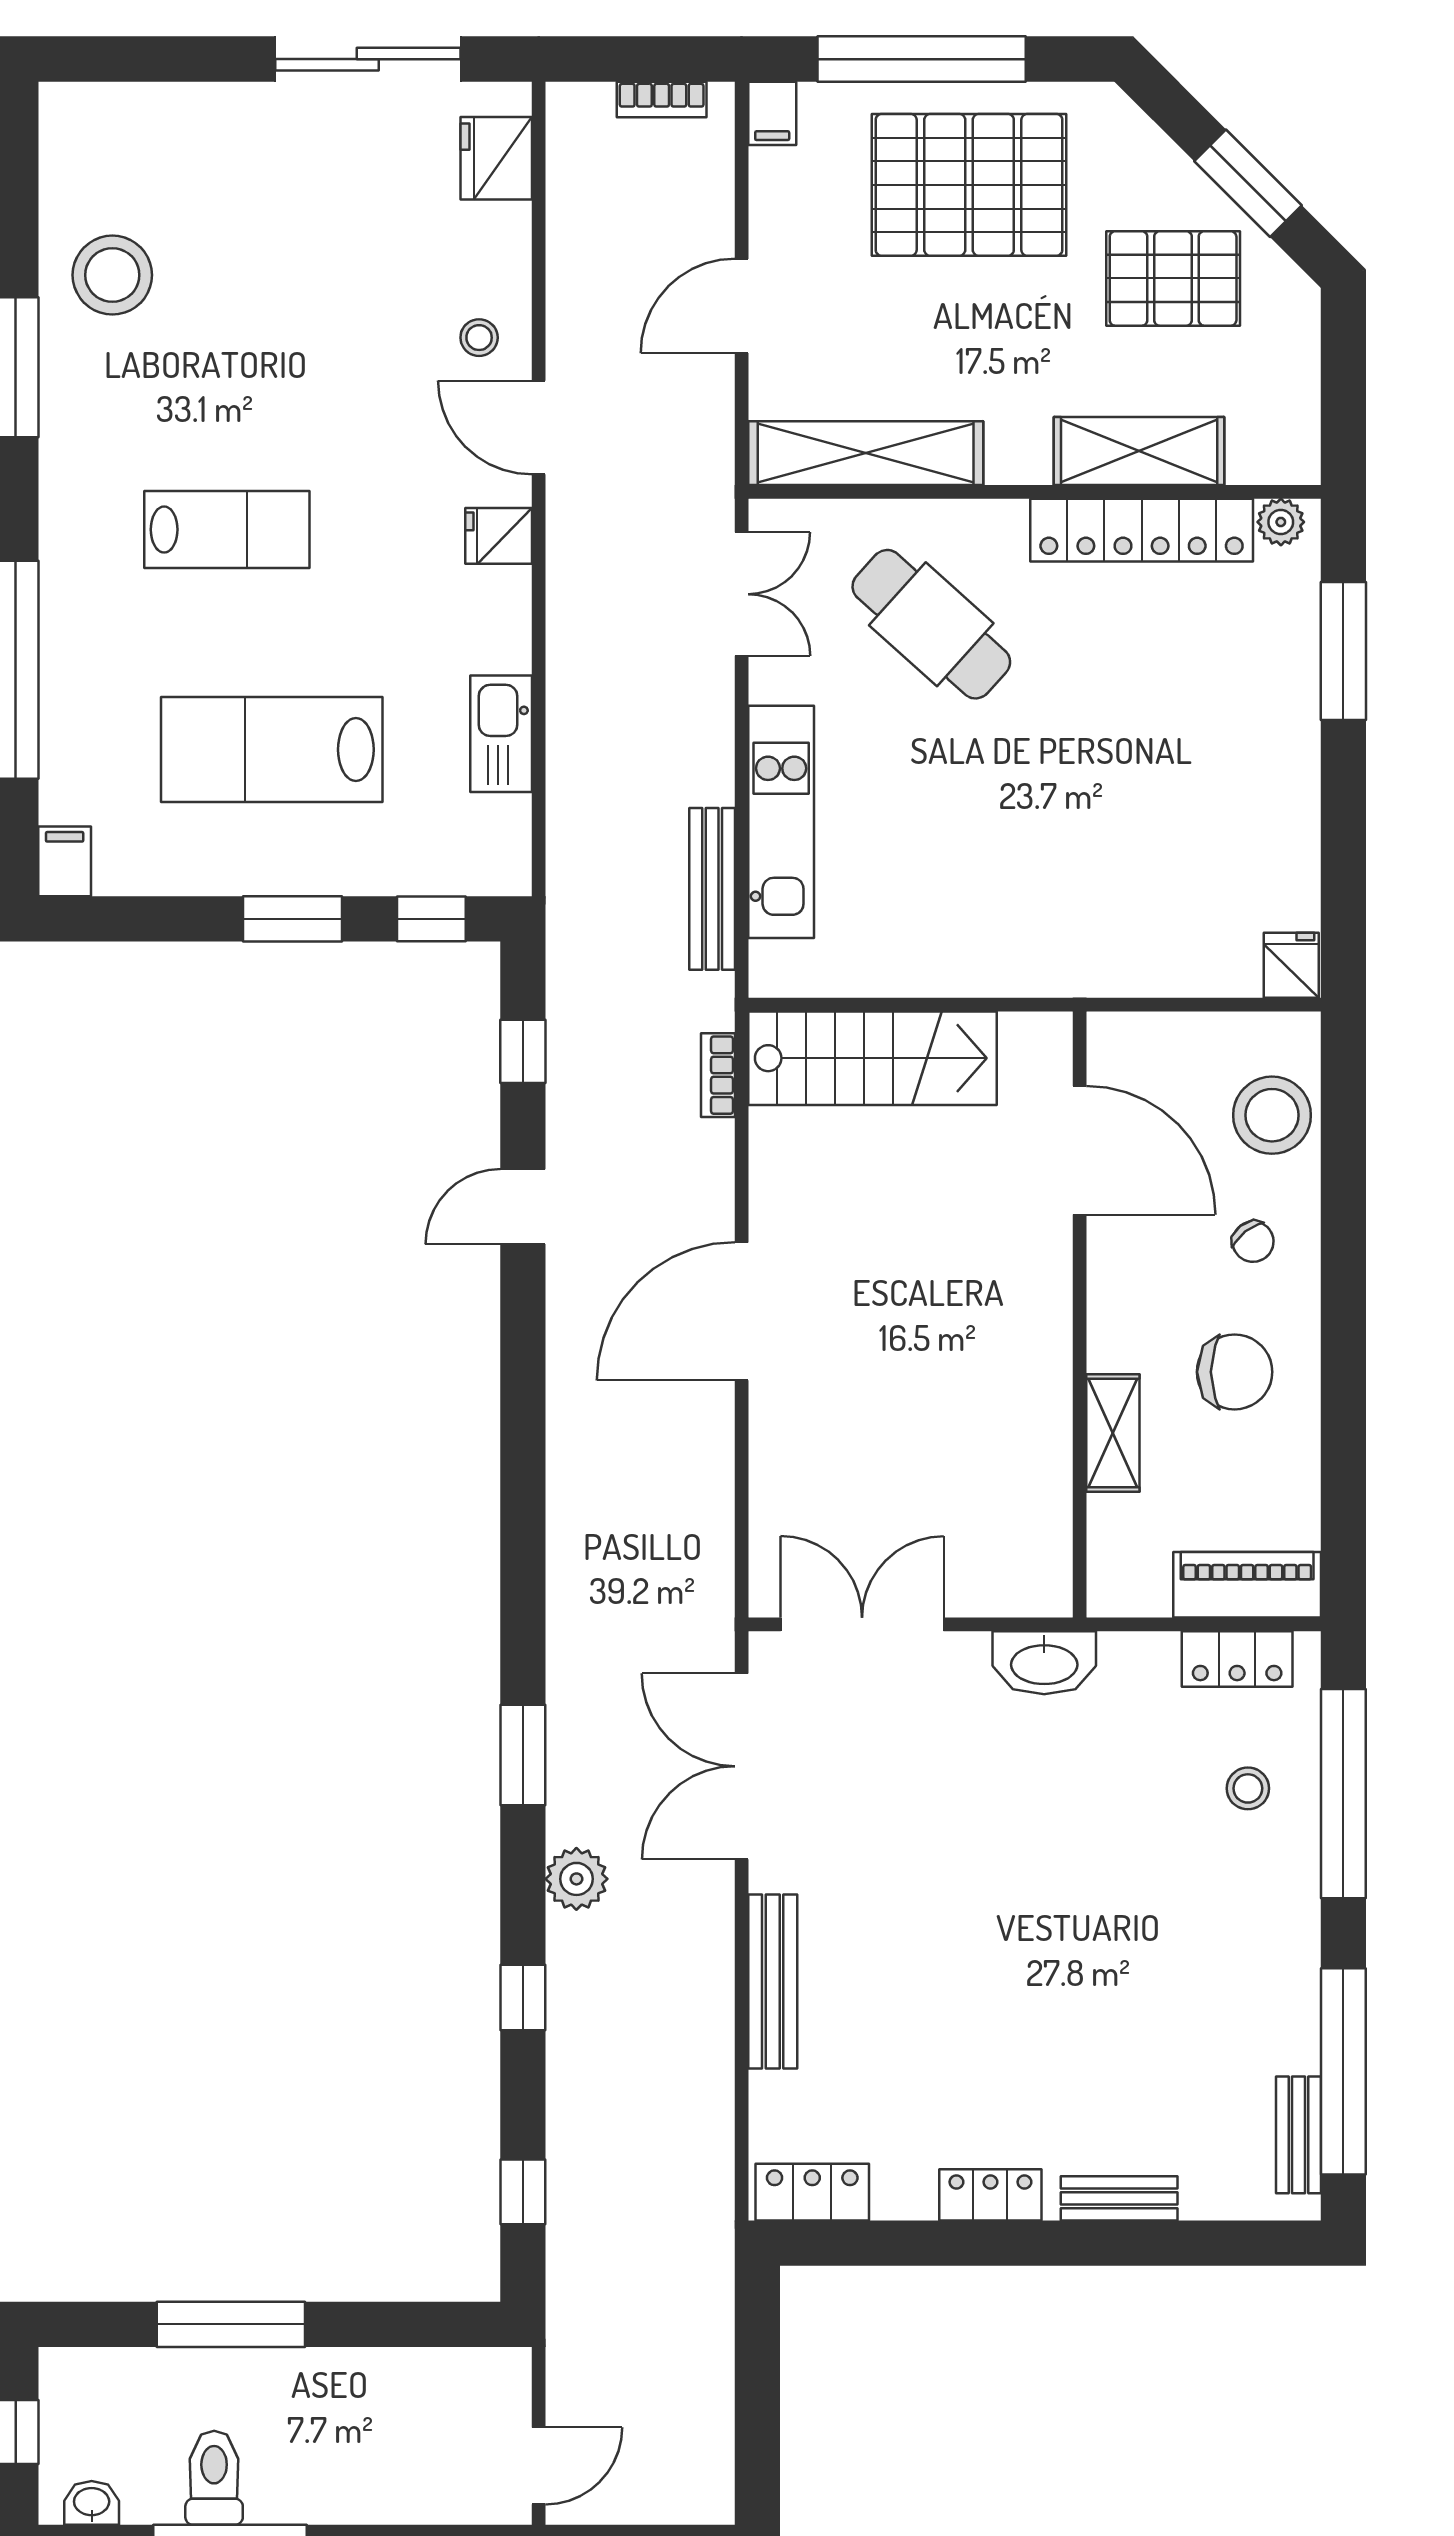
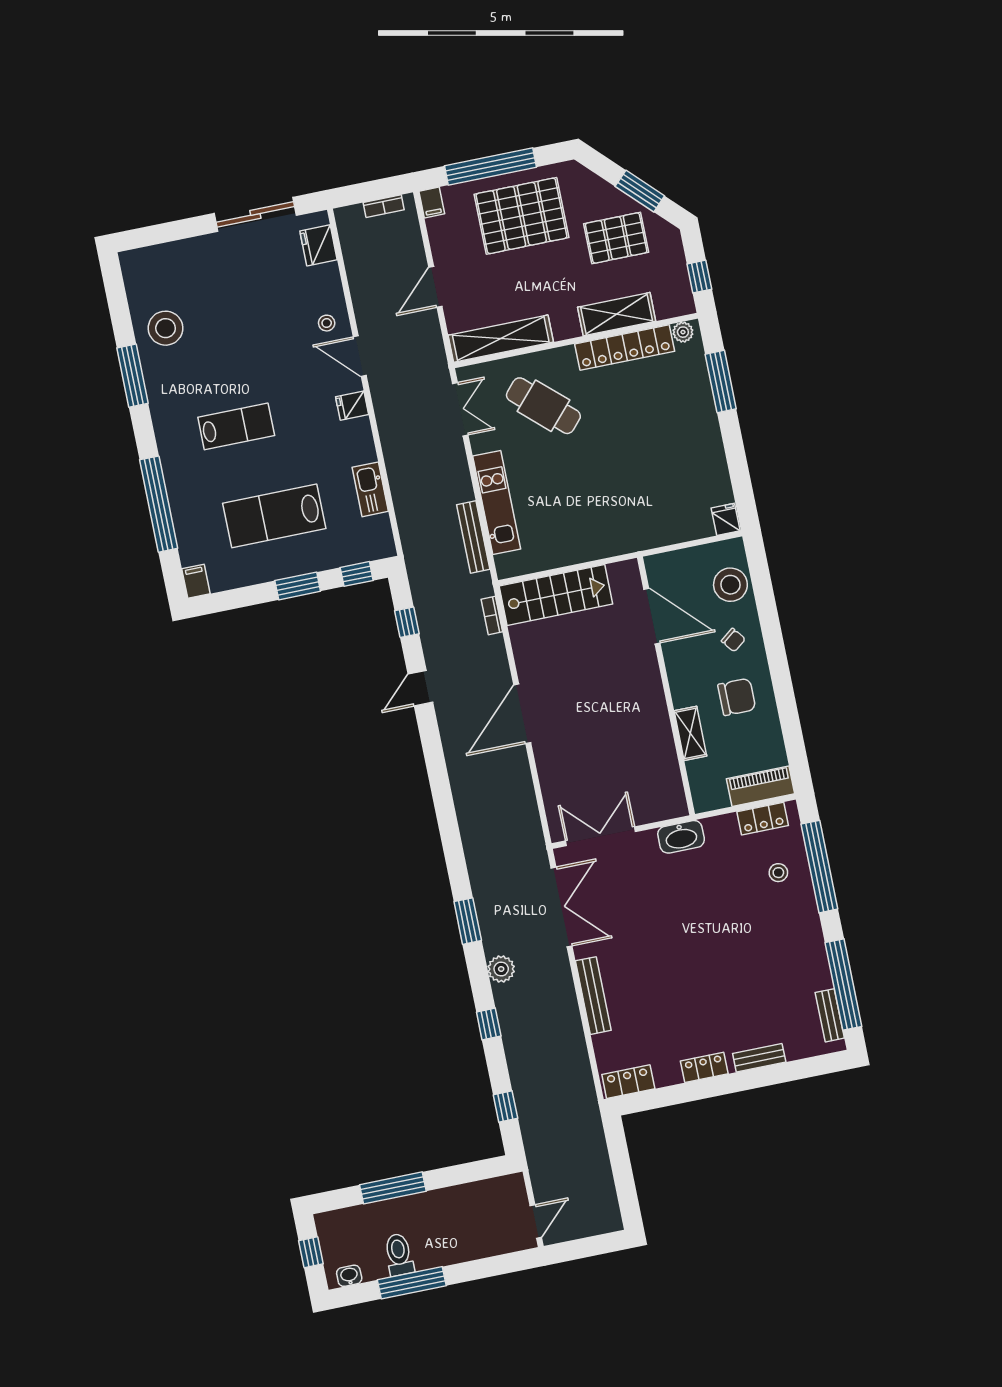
window: (1343, 404) -> (699, 277), added
double door: (742, 1766) -> (561, 907), swing flipped

